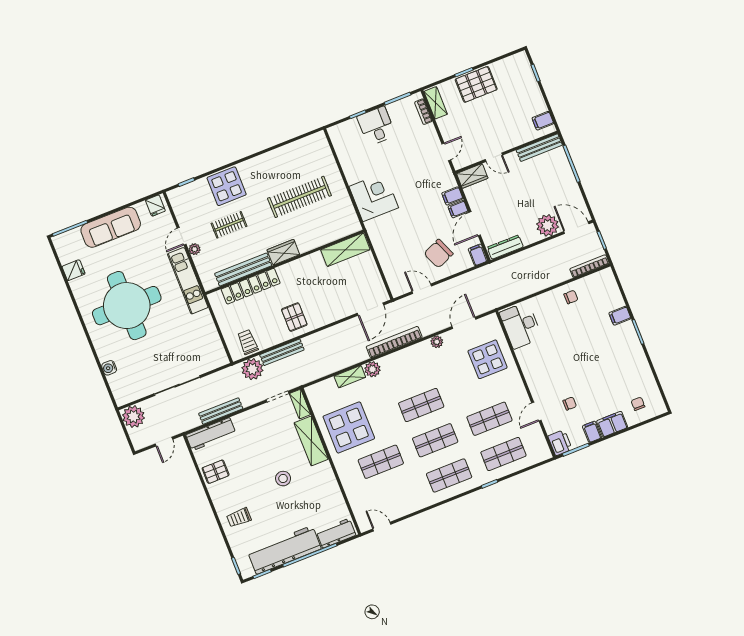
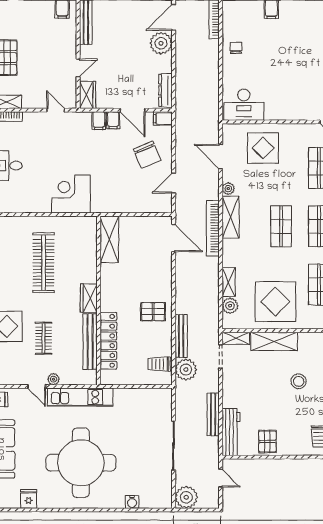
shelving: (411, 354) -> (231, 217), added
plant: (372, 369) -> (230, 306), moved

